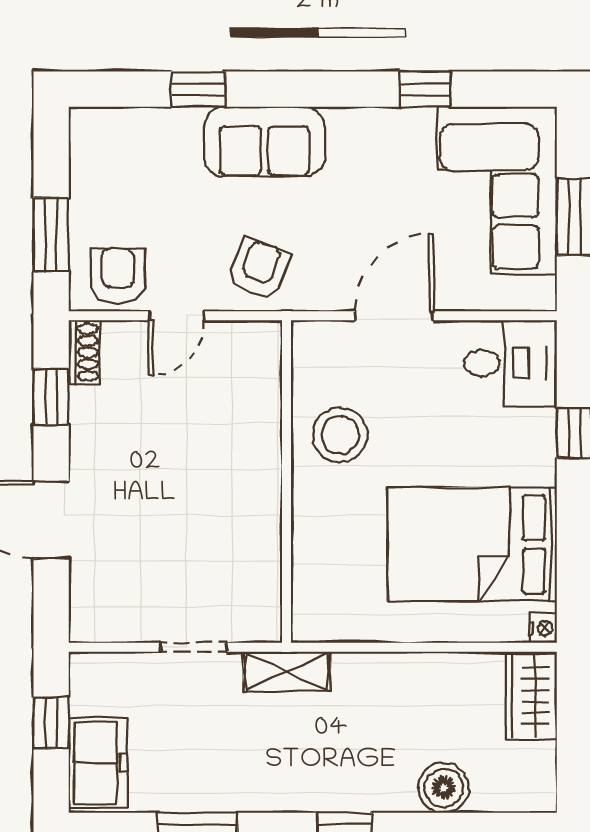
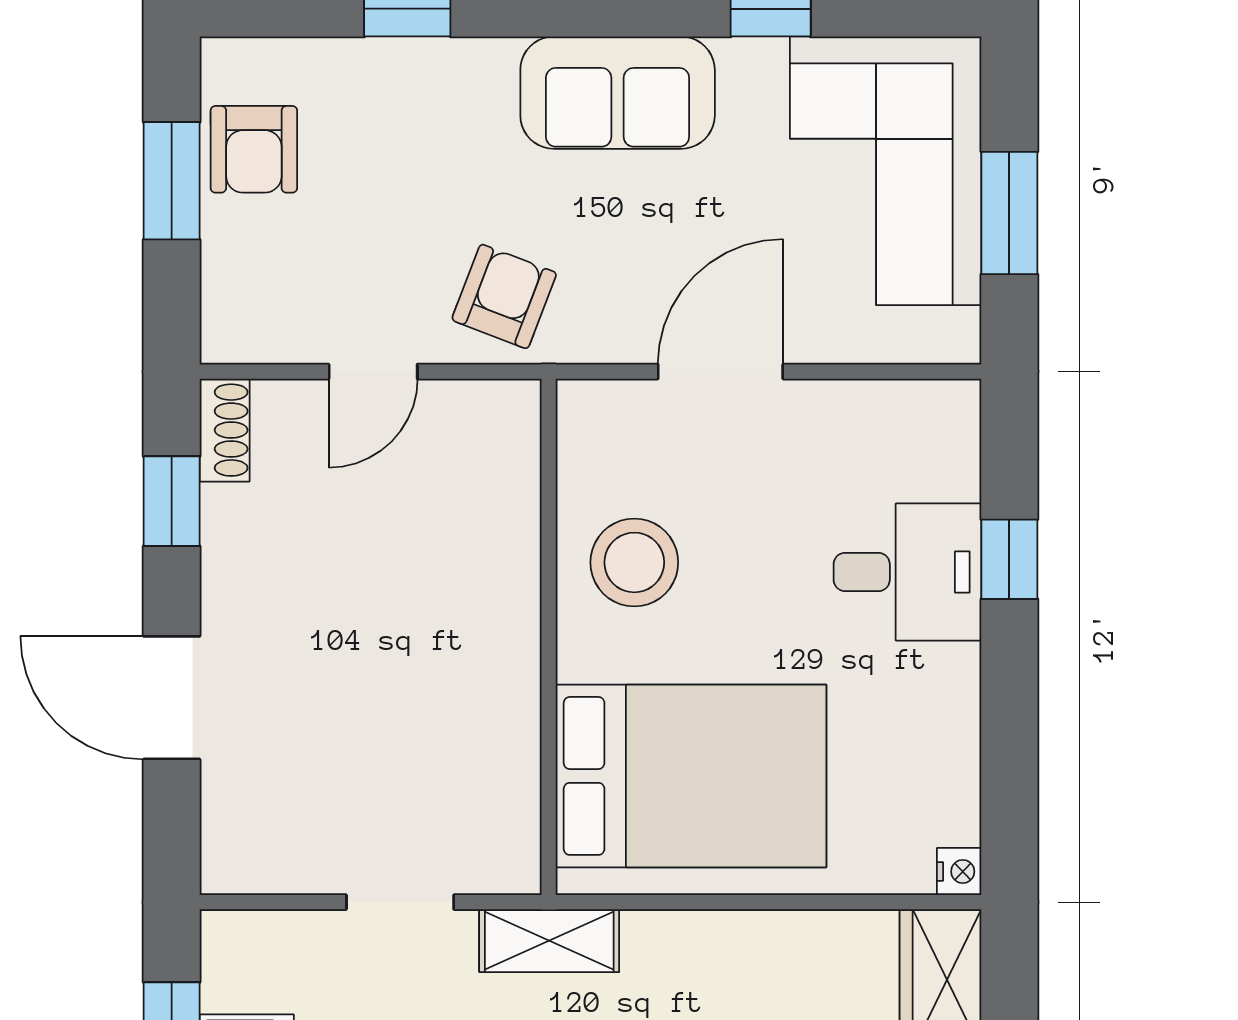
sofa: (264, 142) -> (618, 93), moved
window: (51, 234) -> (172, 181), moved
armchair: (118, 276) -> (254, 149), moved, turned 180
desk: (511, 363) -> (908, 572), moved
bed: (472, 544) -> (691, 776), moved, turned 180

